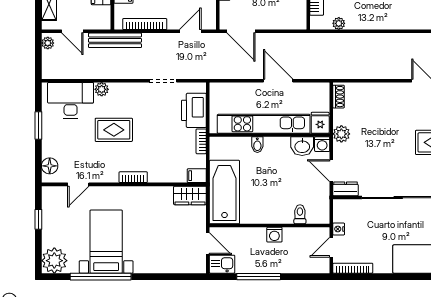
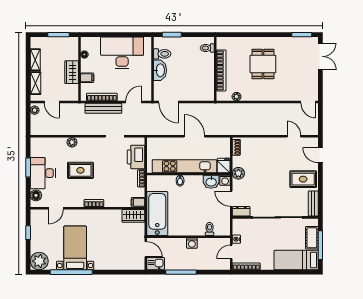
bench: (115, 40) -> (103, 108), moved
desk: (71, 100) -> (43, 173), moved, turned -90

